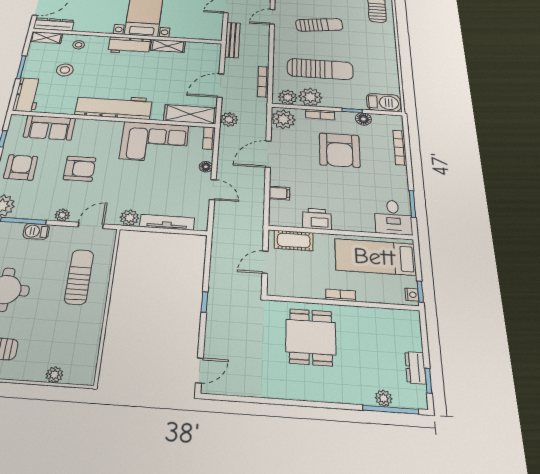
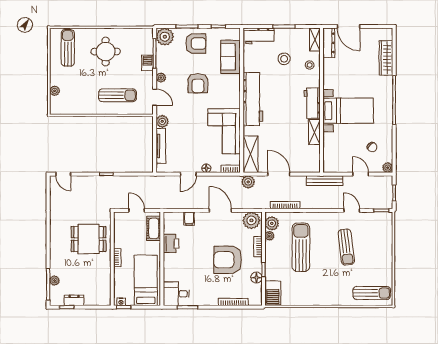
sun lounger: (320, 69) -> (301, 247), turned 180
plant: (310, 97) -> (269, 236), width x0.53, depth x0.53

